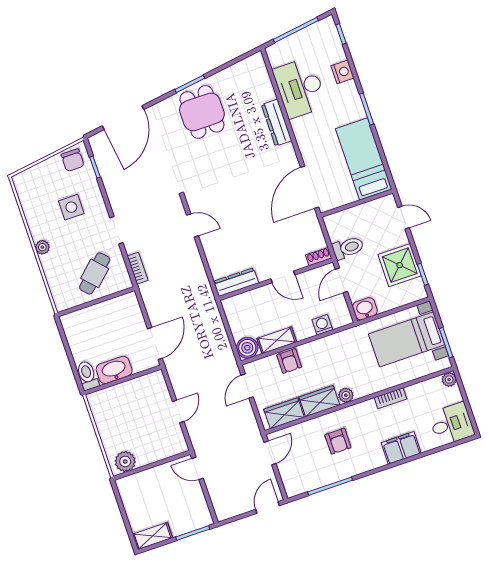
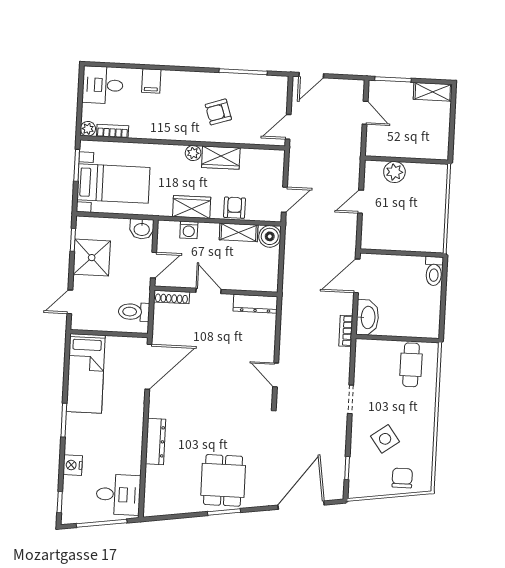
desk: (300, 88) -> (118, 495), moved, width x0.73
chair: (73, 160) -> (402, 478), moved
side table: (71, 207) -> (385, 439), turned -36
door: (404, 218) -> (70, 302), hinge flipped
plant: (42, 247) -> (428, 411), removed
toilet: (348, 248) -> (134, 312), moved
shoe rack: (319, 257) -> (172, 297), width x1.43
bookcase: (138, 268) -> (346, 331), moved
cafe table: (95, 273) -> (411, 365), moved, turned -47
washbasin: (114, 370) -> (367, 317), moved, turned -90
bookcase: (390, 398) -> (113, 131), moved
wardrobe: (284, 413) -> (192, 207), moved, turned 180
armchair: (338, 441) -> (218, 112), turned -108
filing cabinet: (401, 448) -> (151, 81), width x0.50
plant: (125, 461) -> (394, 172), moved
door: (197, 468) -> (365, 113), moved

